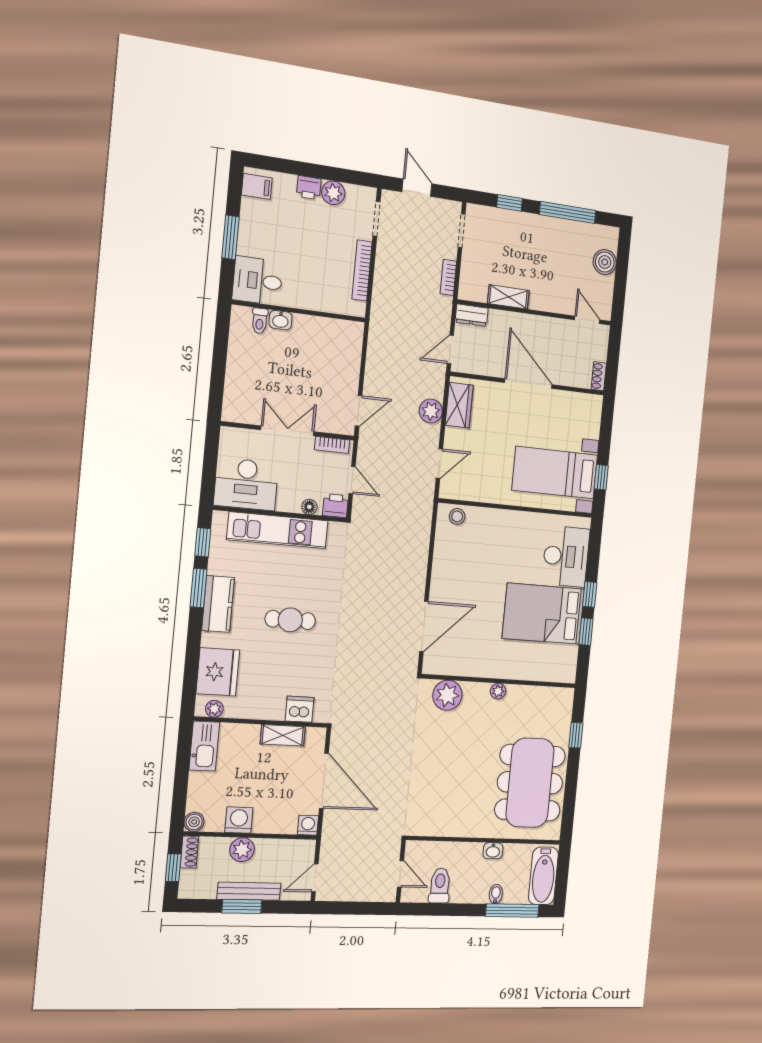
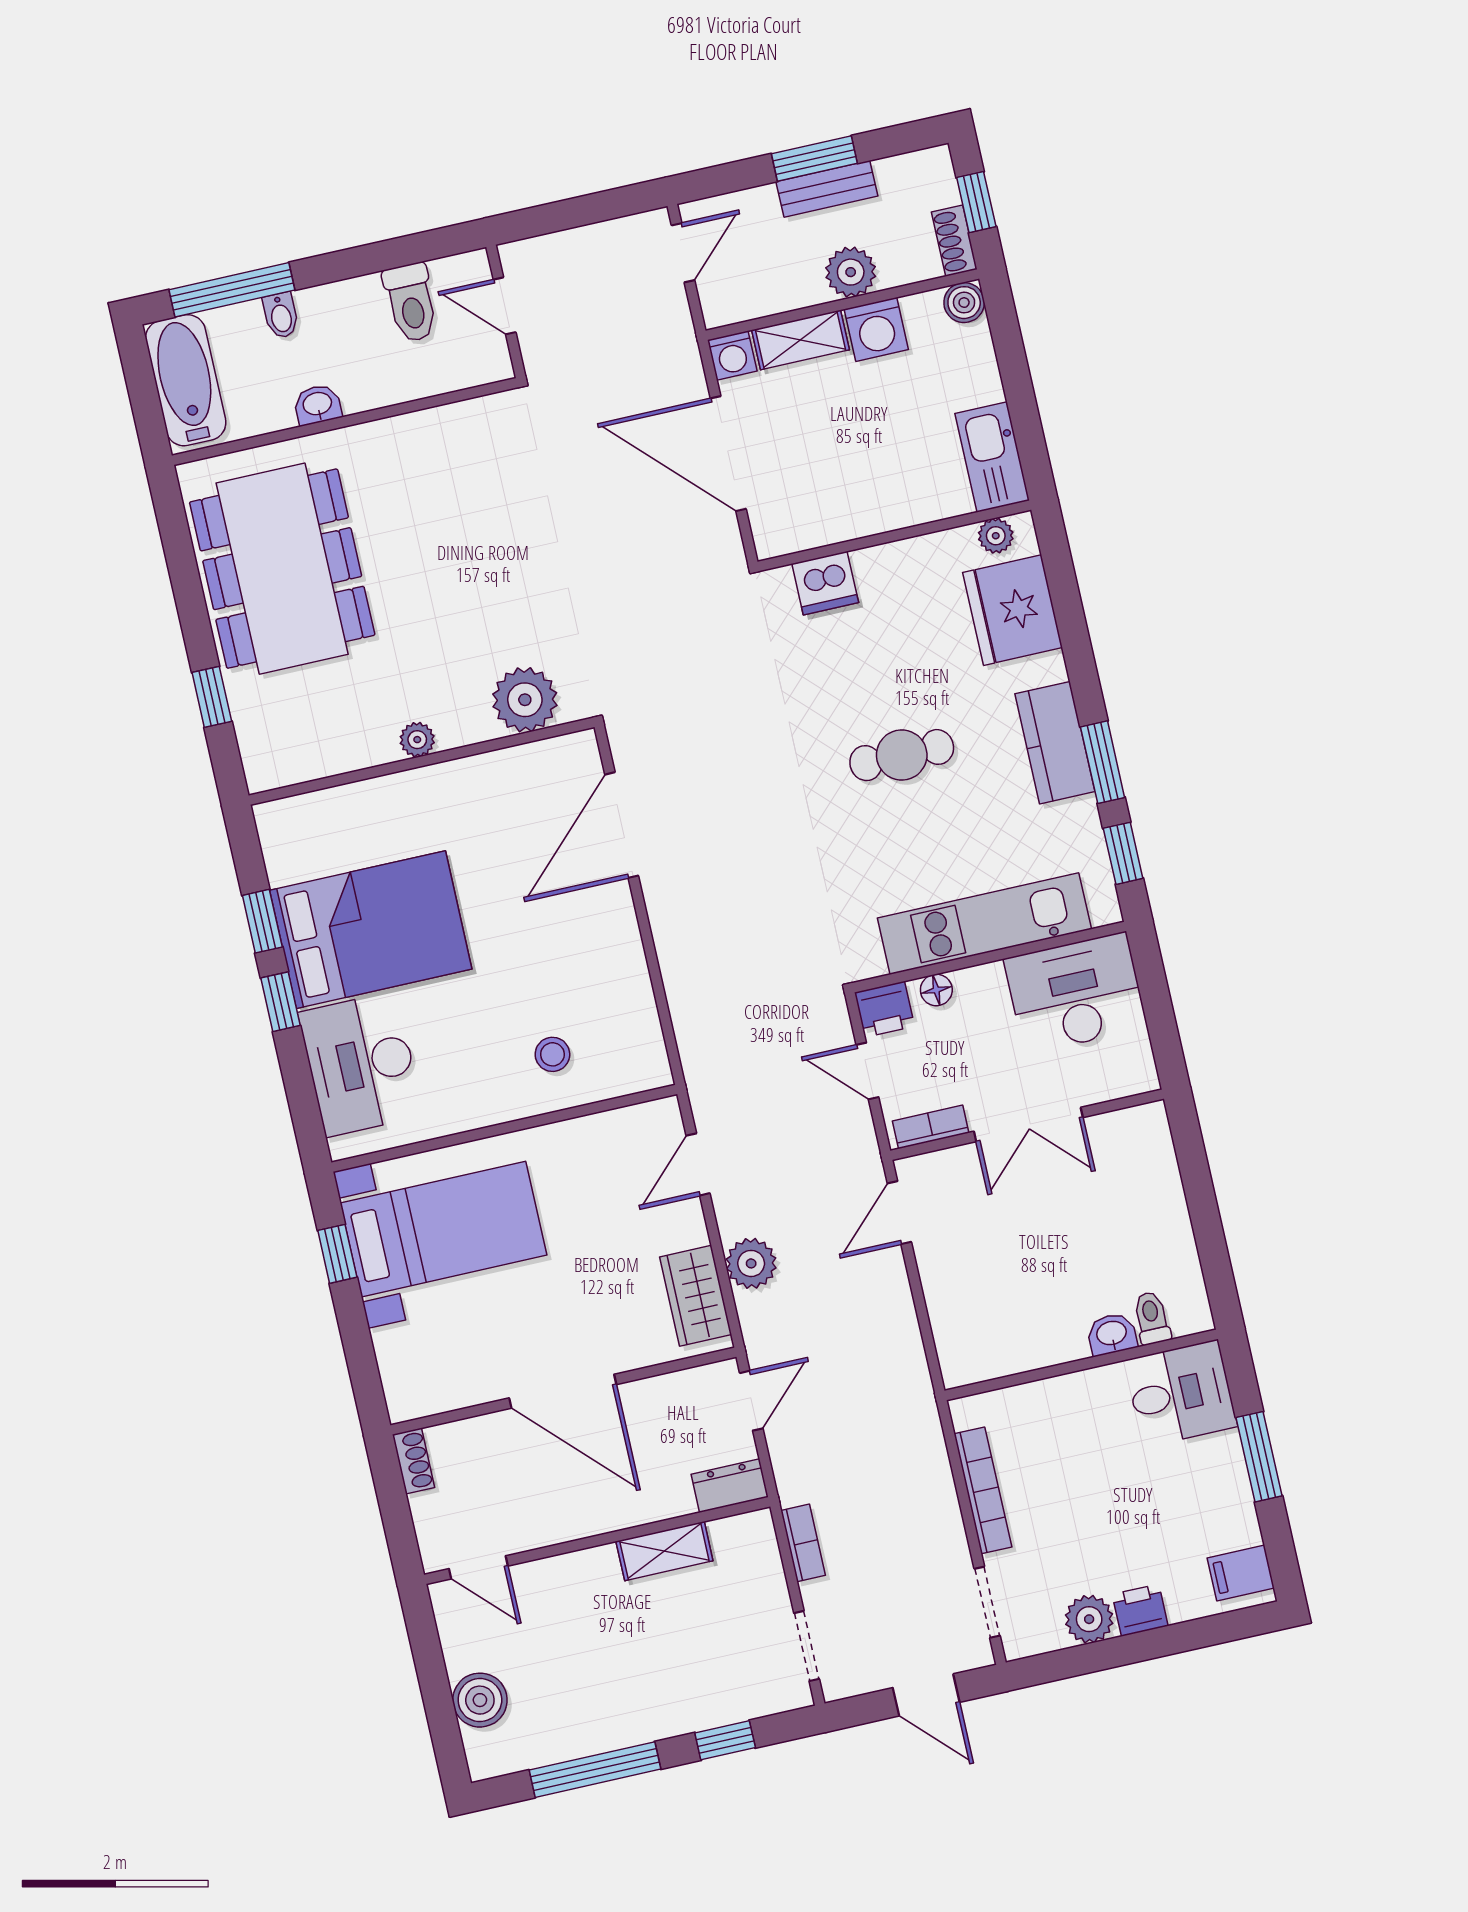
stool: (457, 516) -> (552, 1054), moved
shelving: (283, 735) -> (800, 340), moved
bench: (249, 891) -> (827, 189), width x0.73

